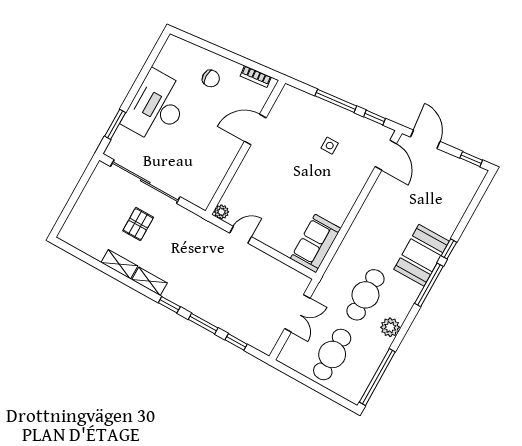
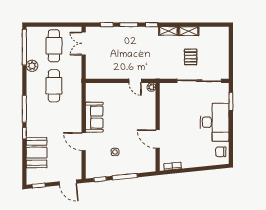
chair: (211, 79) -> (221, 152), moved
door: (255, 130) -> (158, 139), swing flipped
door: (386, 155) -> (84, 142), moved
door: (240, 235) -> (135, 81), hinge flipped
sofa: (316, 243) -> (94, 117), moved
booth: (422, 255) -> (37, 153), moved
double door: (297, 313) -> (84, 44), moved
plant: (390, 327) -> (32, 66), moved

